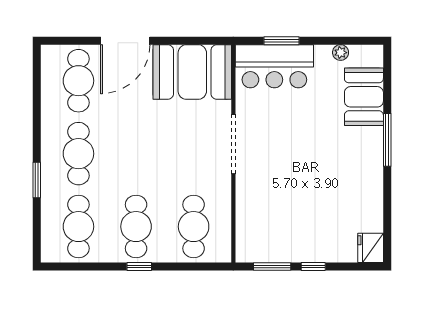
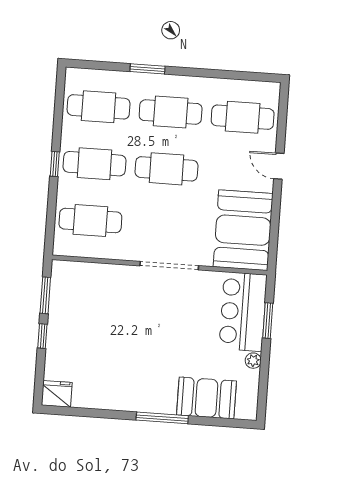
door: (125, 41) -> (279, 166), width x0.53
plant: (341, 53) -> (253, 361), moved
cafe table: (136, 154) -> (167, 169), added

